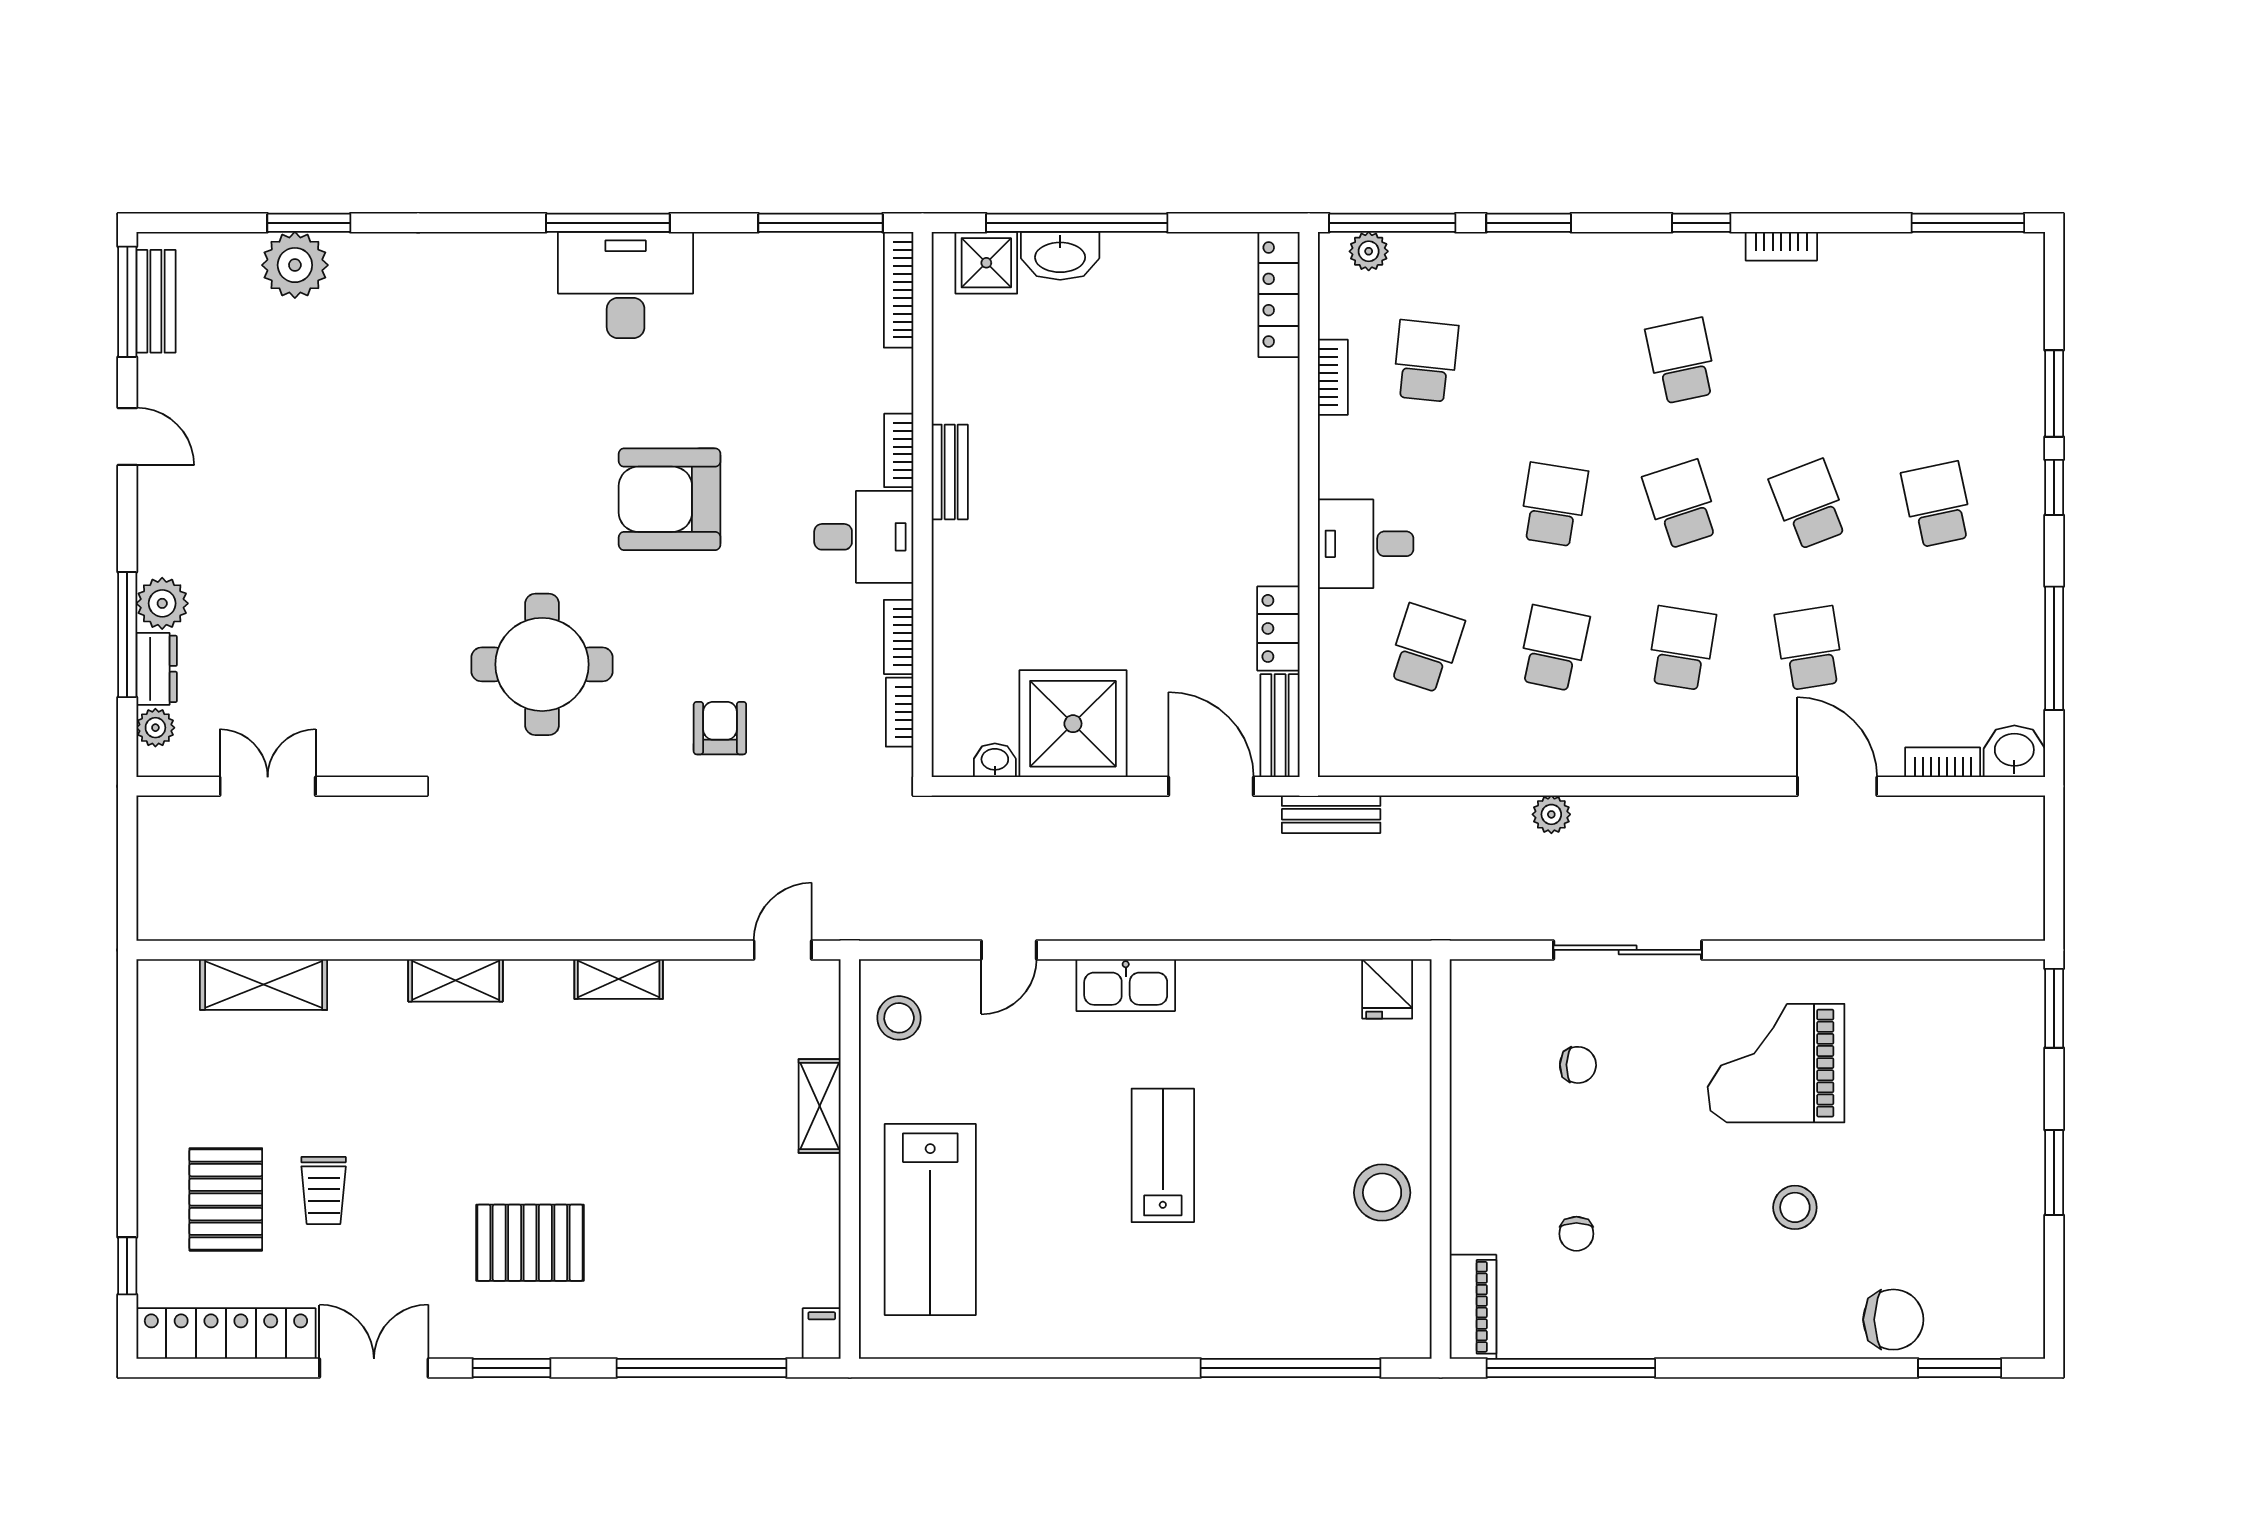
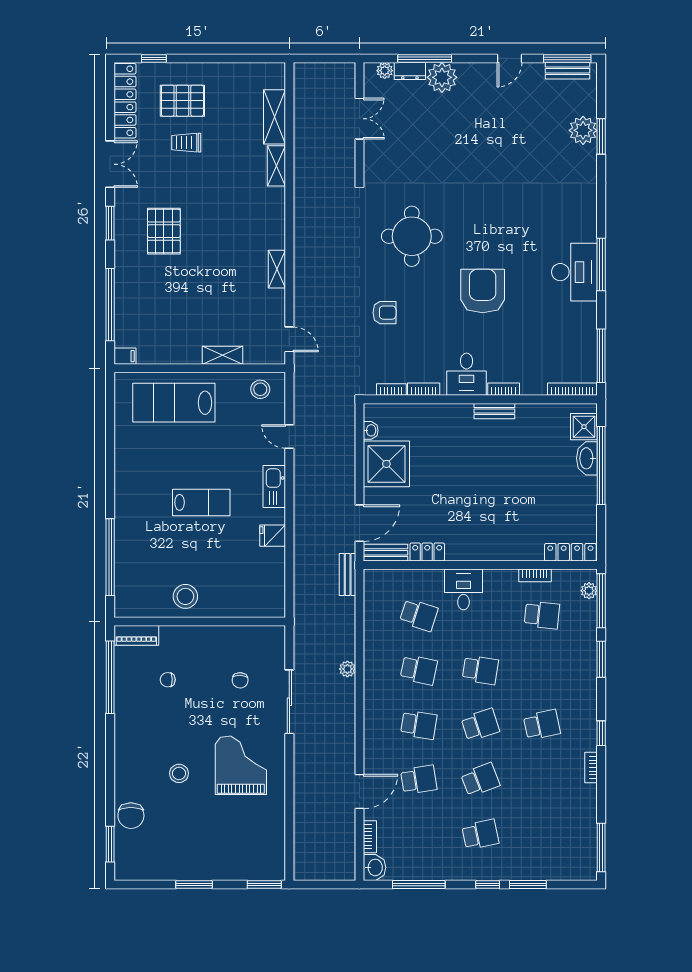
plant: (162, 603) -> (442, 77), width x1.36, depth x1.36
shelving: (456, 980) -> (276, 166), moved
fridge: (1387, 989) -> (273, 536), moved

